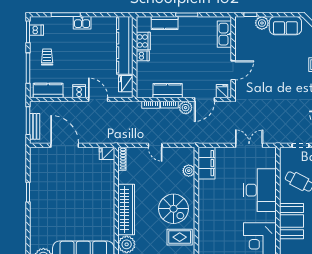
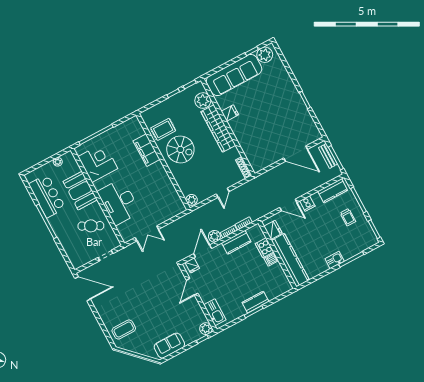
kitchen counter: (165, 23) -> (255, 302), moved
plant: (262, 23) -> (206, 329), moved
dishwasher: (37, 30) -> (368, 234), removed
cooker: (143, 41) -> (265, 248), moved
door: (155, 145) -> (223, 193), swing flipped
fridge: (107, 153) -> (230, 113), moved
filing cabinet: (206, 163) -> (147, 150), moved
plant: (189, 171) -> (192, 200), moved
spiral stairs: (173, 209) -> (180, 149), turned 180

